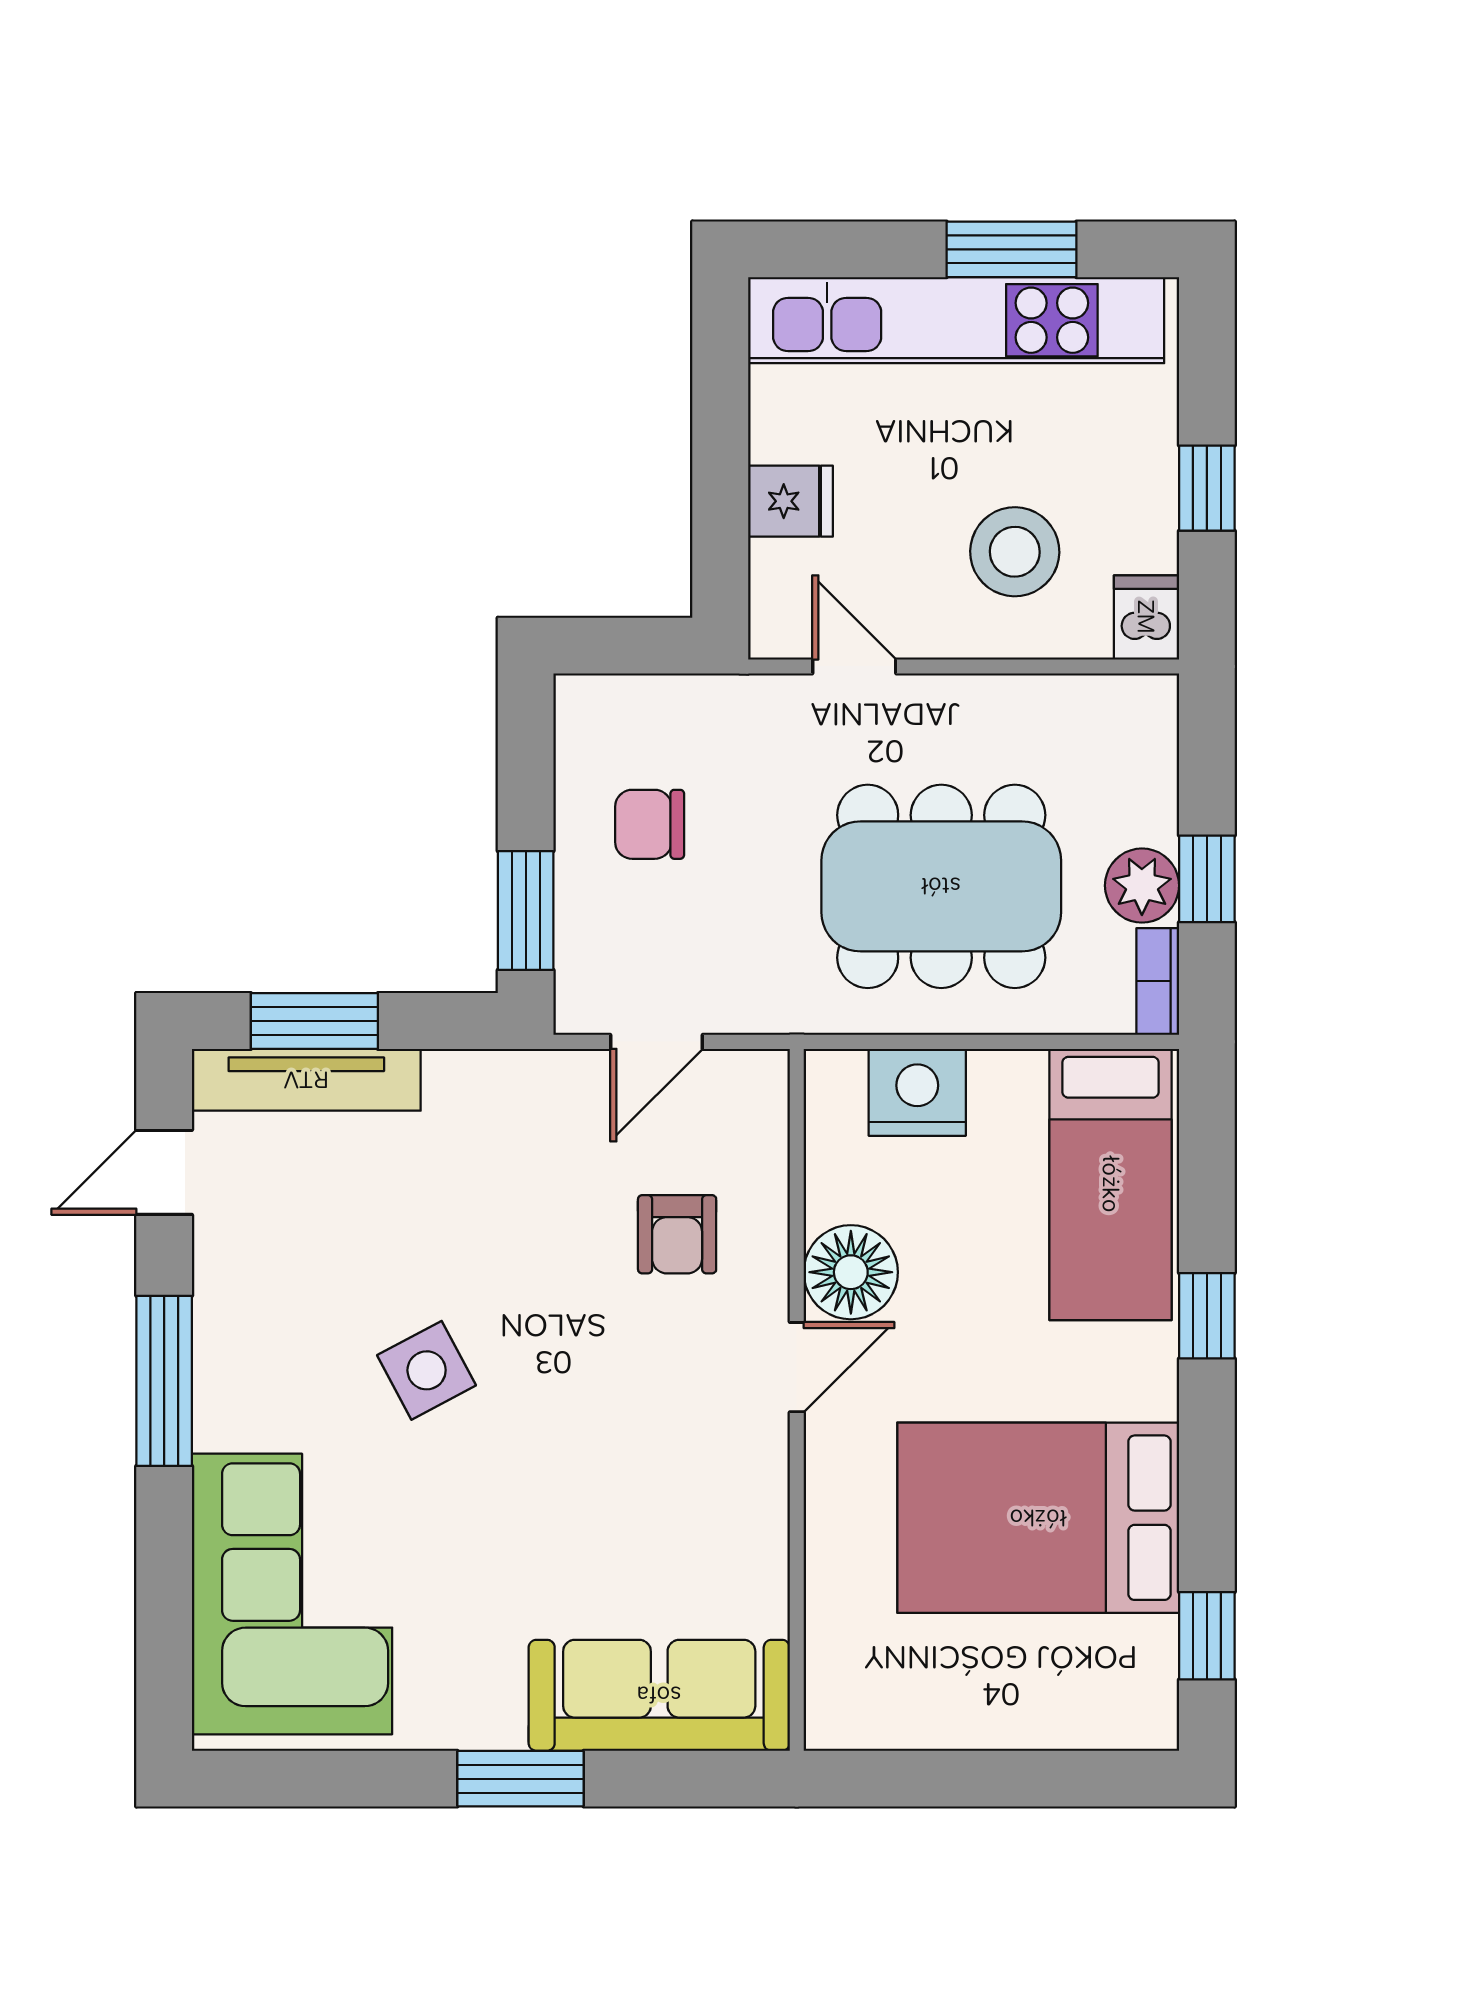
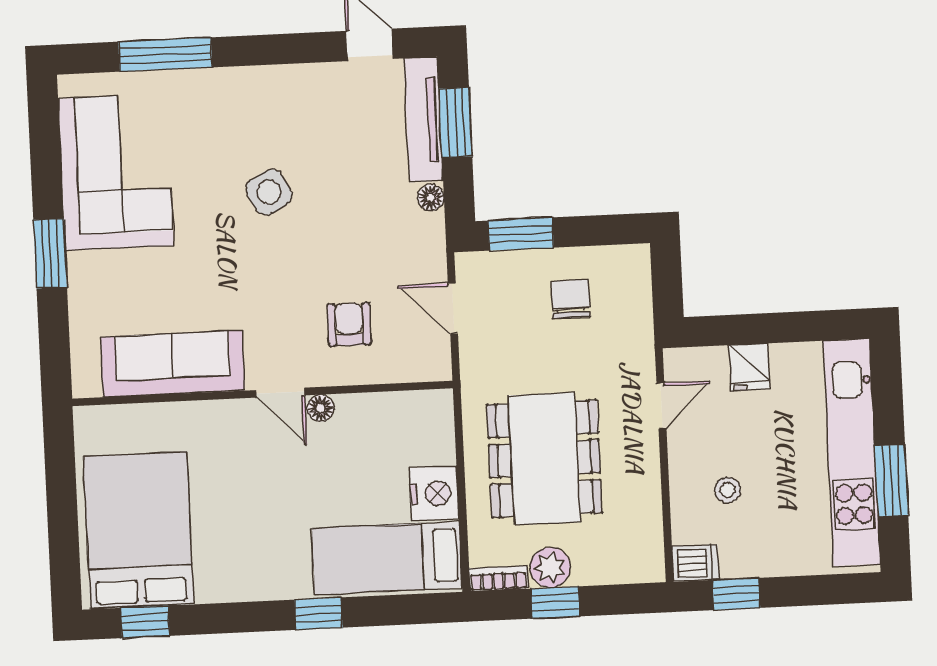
window: (1207, 488) -> (736, 594), moved
stool: (1015, 552) -> (728, 490), width x0.53, depth x0.53
floor lamp: (451, 1073) -> (431, 198), added
nightstand: (917, 1092) -> (434, 493), moved
armchair: (677, 1234) -> (349, 324), turned 90
floor lamp: (851, 1272) -> (320, 408), width x0.53, depth x0.53
window: (164, 1381) -> (165, 55), moved
bed: (1038, 1518) -> (139, 530), moved
corner sofa: (292, 1594) -> (116, 172), moved, turned -90
sofa: (659, 1695) -> (172, 364), moved, turned -90

